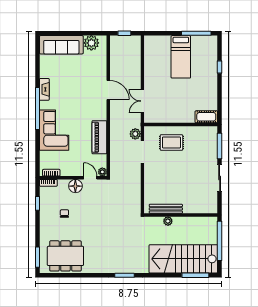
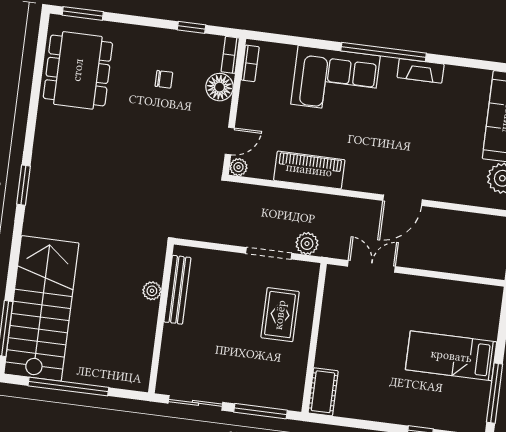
floor lamp: (75, 186) -> (220, 87), moved
bench: (166, 209) -> (177, 290), moved
wall: (181, 215) -> (161, 318), moved
plant: (168, 221) -> (152, 291), moved

